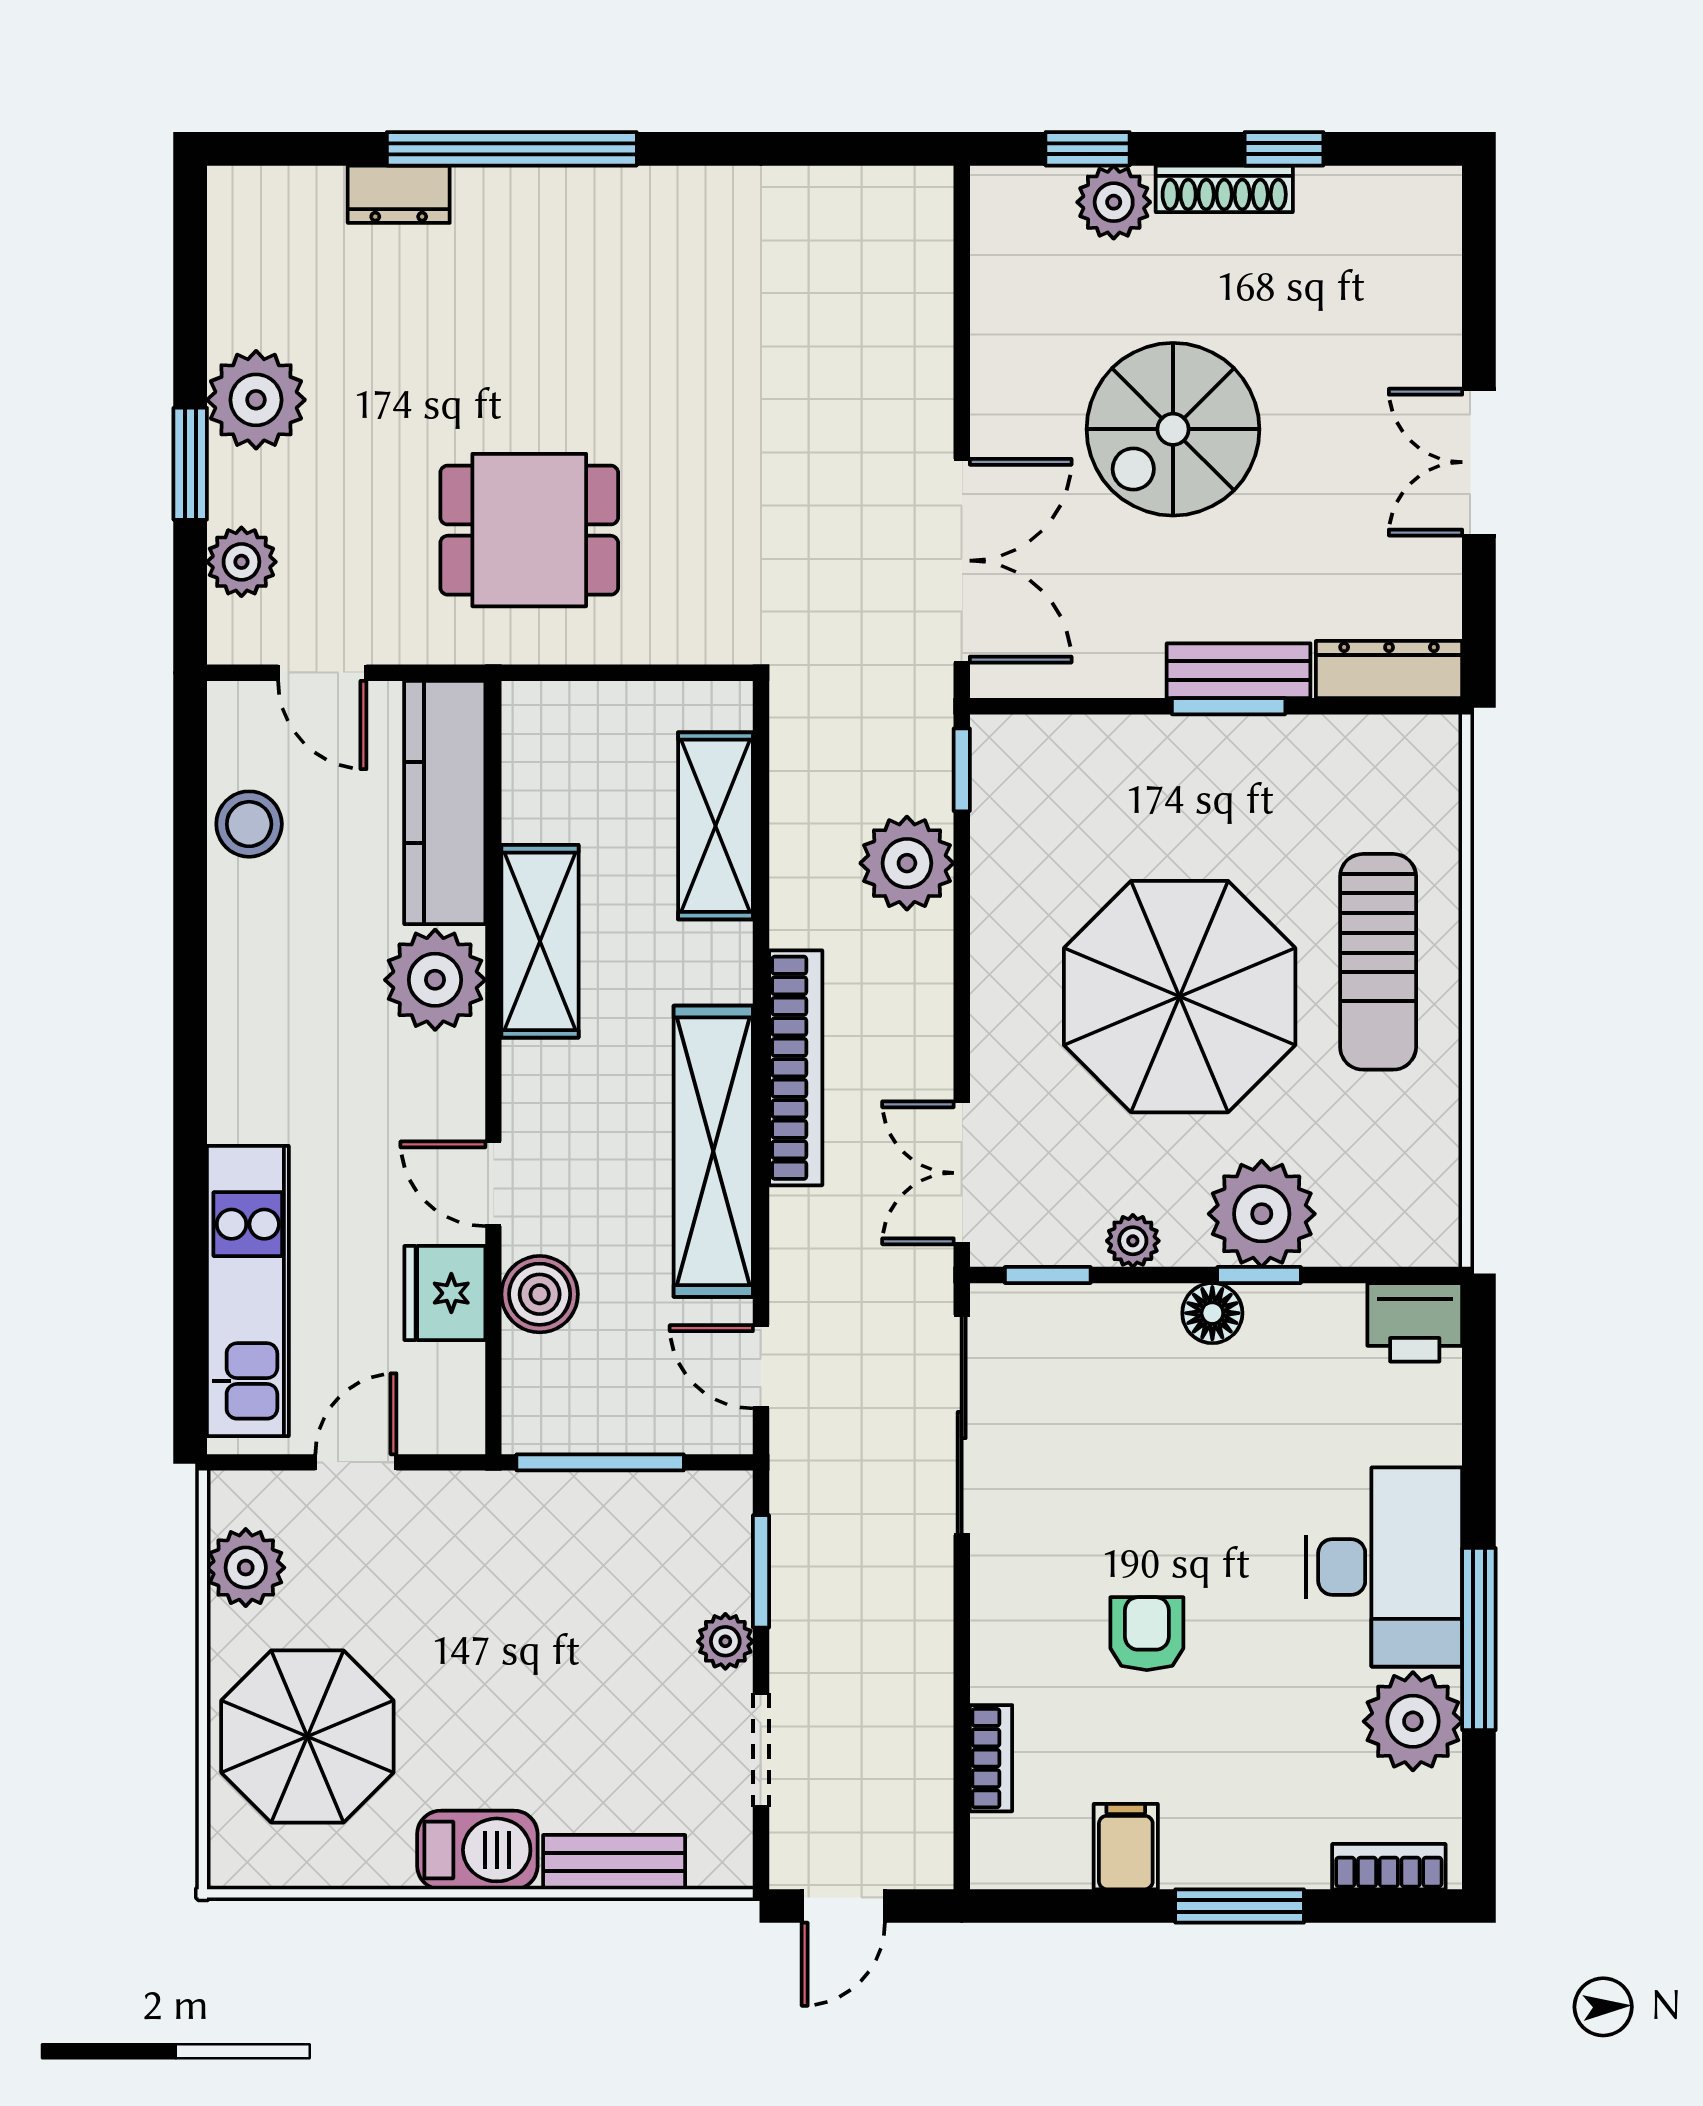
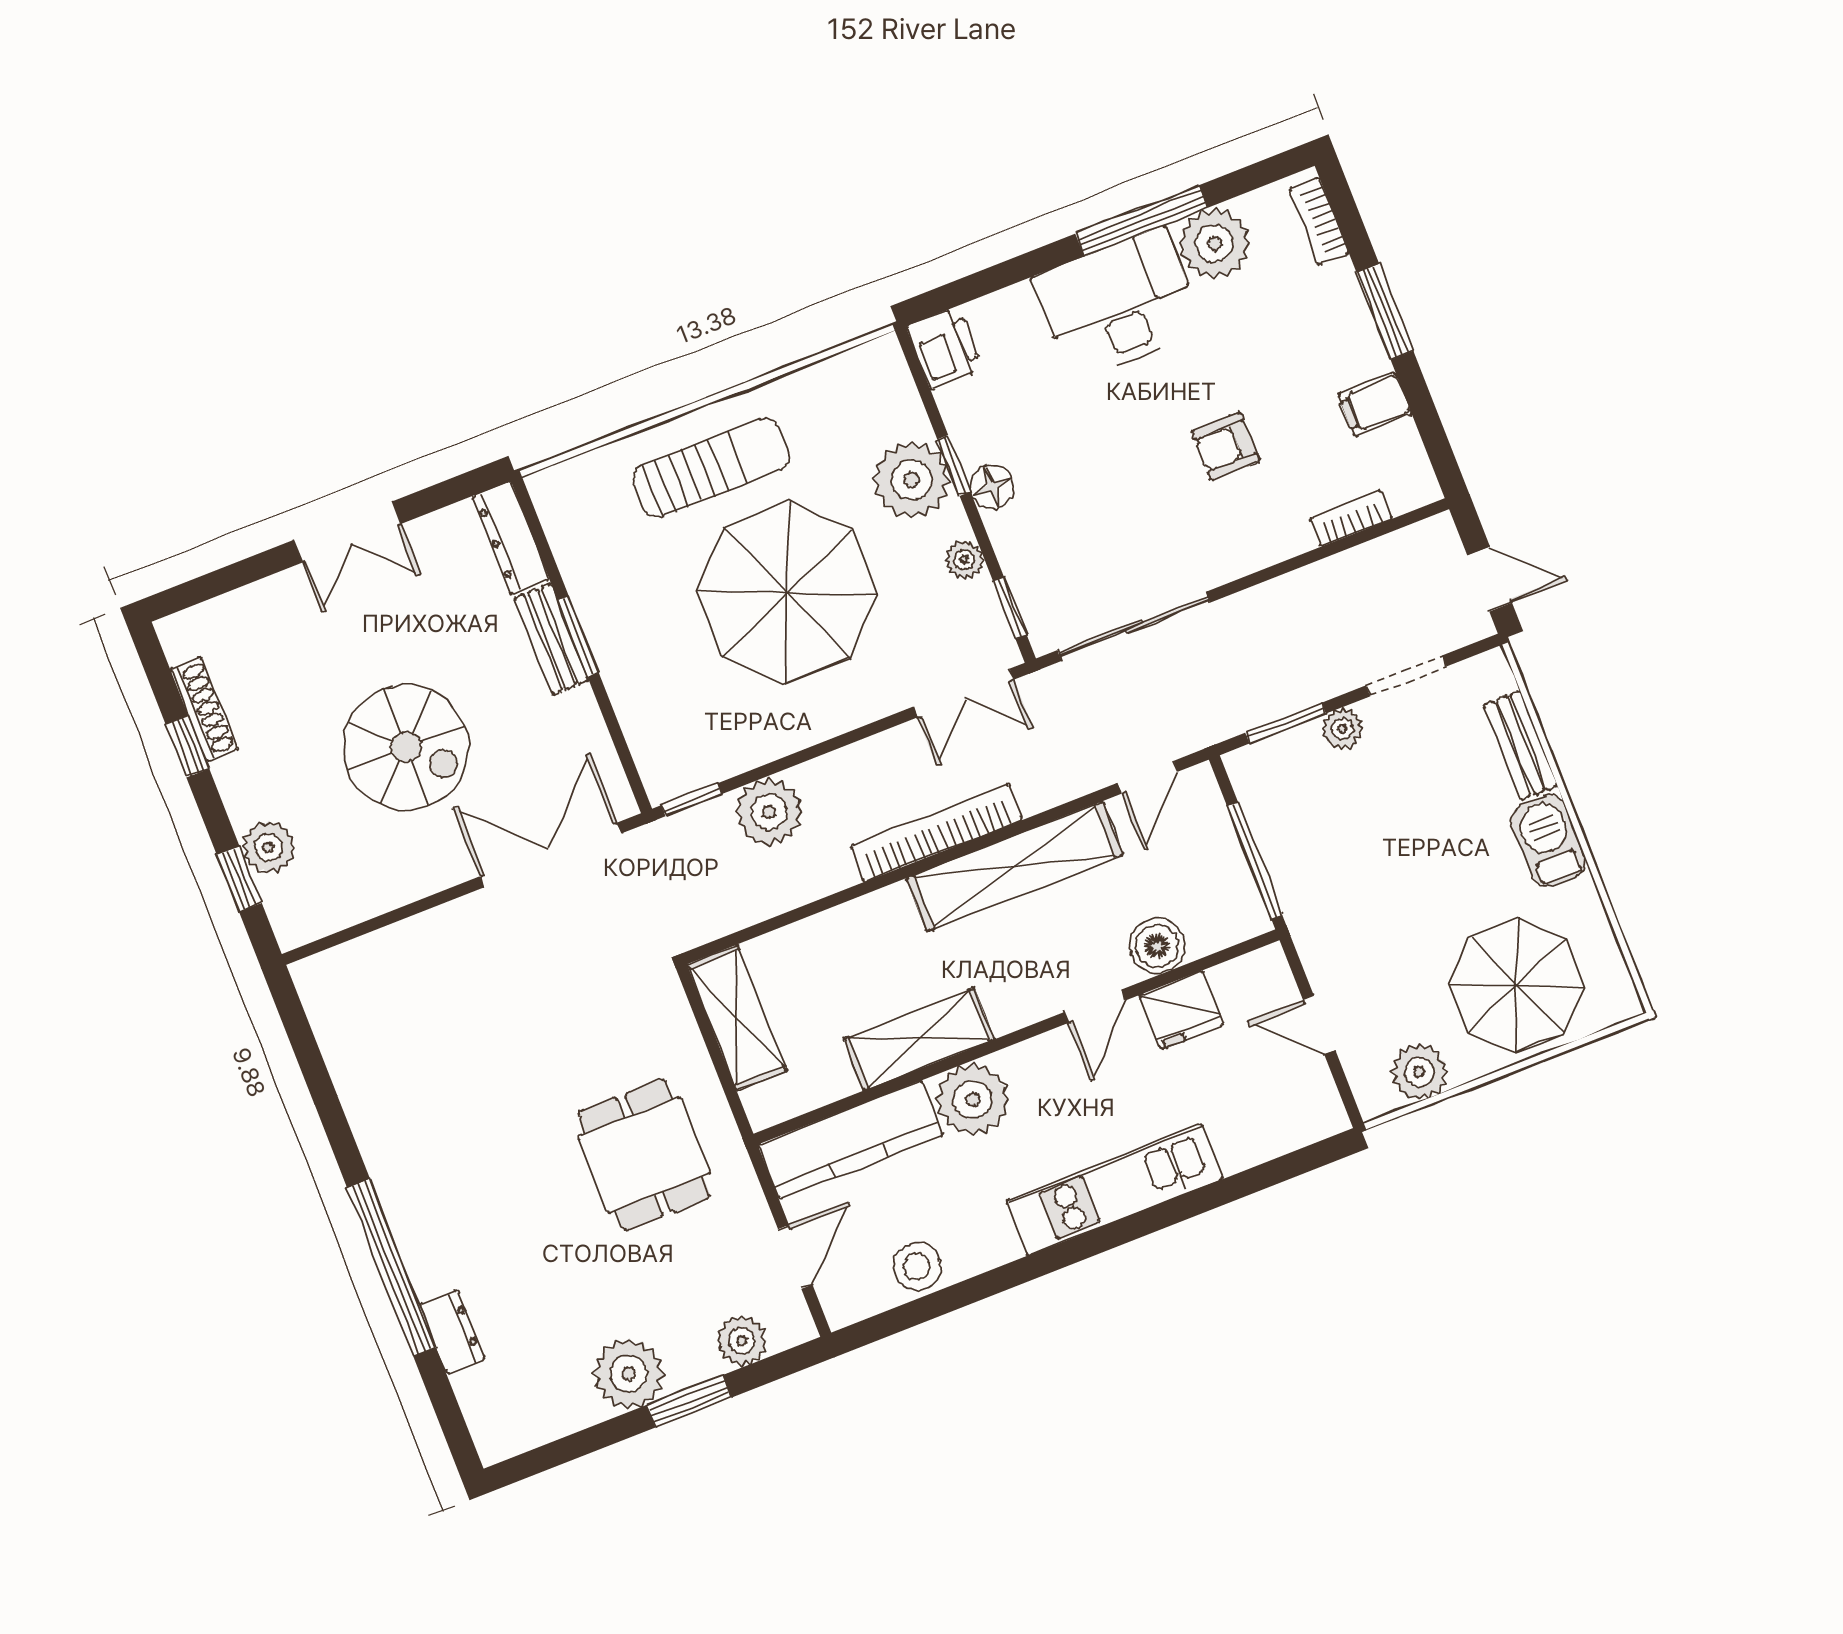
shoe rack: (1224, 189) -> (204, 709), moved
shelving: (716, 826) -> (737, 1017), moved, turned 90
kitchen unit: (248, 1291) -> (1115, 1190), moved

